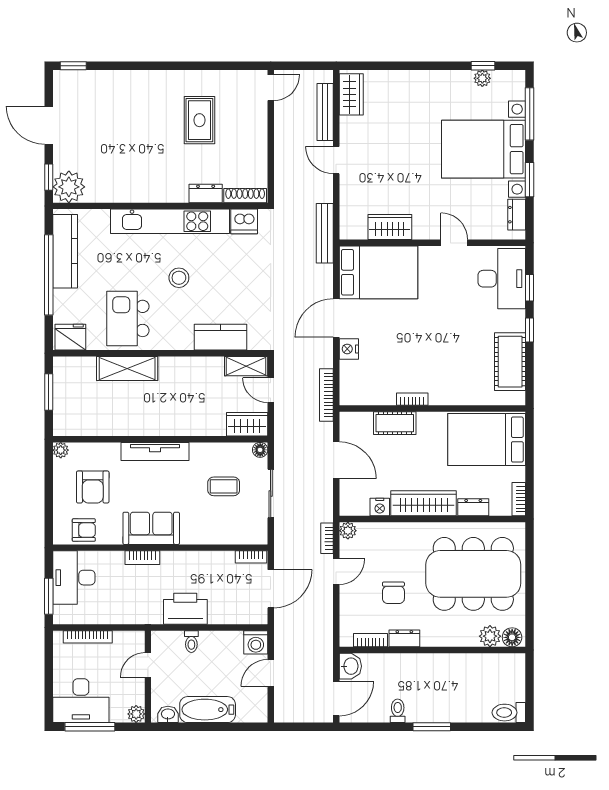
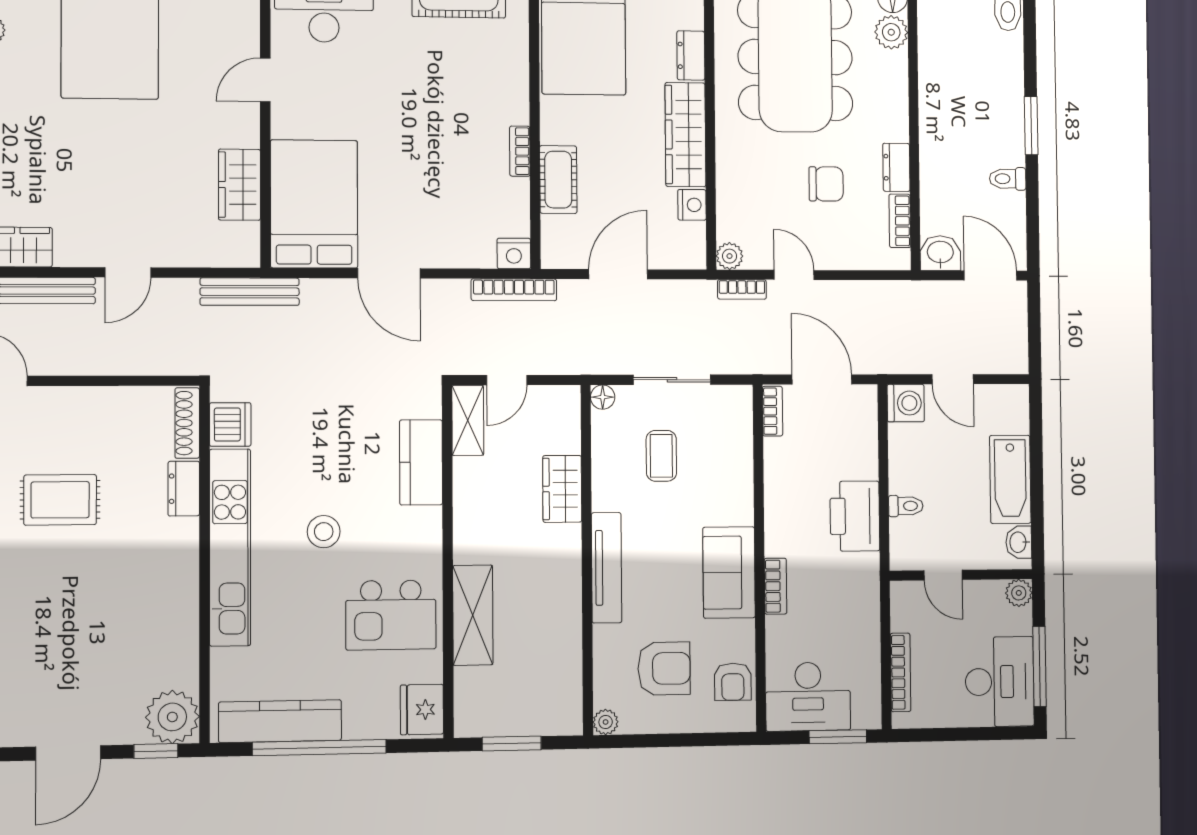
nightstand: (349, 349) -> (514, 253), moved
wardrobe: (247, 424) -> (562, 489), moved
armchair: (84, 530) -> (733, 682), turned 180

